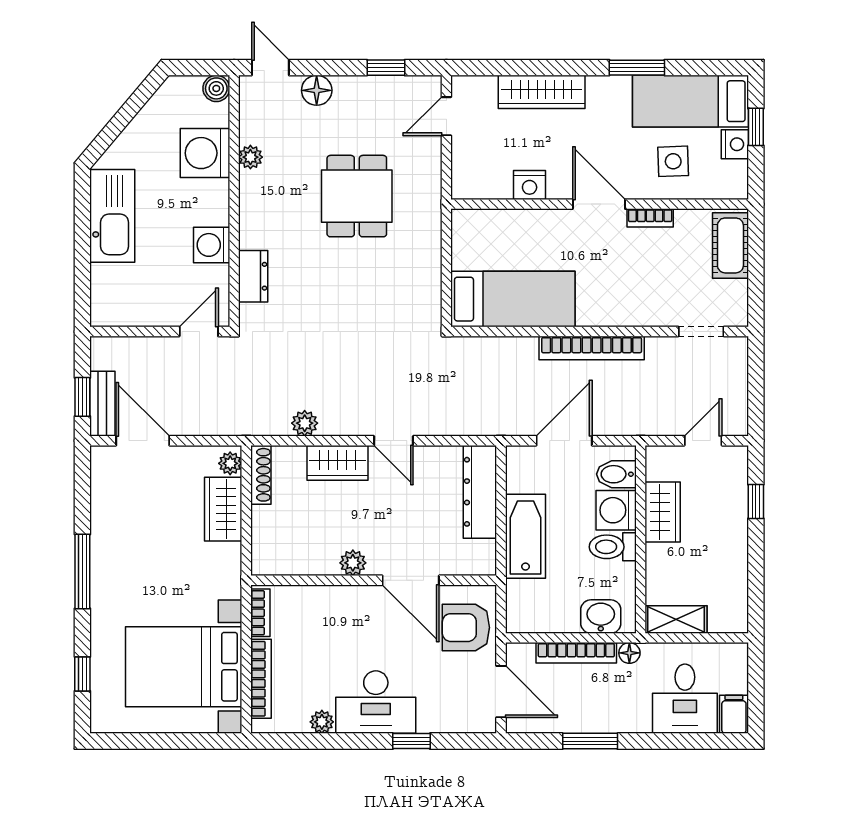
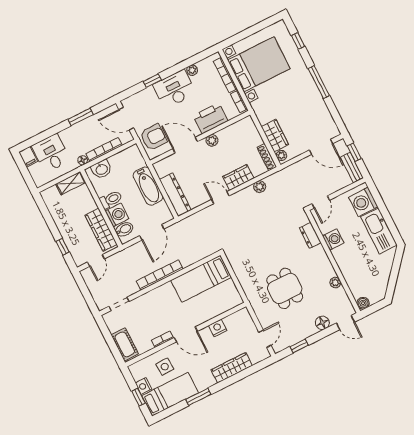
washing machine: (205, 153) -> (363, 202), moved, turned 180
bench: (102, 404) -> (352, 167), moved
wardrobe: (663, 512) -> (101, 230), width x1.50
printer: (334, 608) -> (210, 118), added

